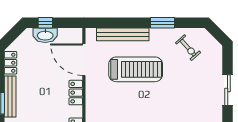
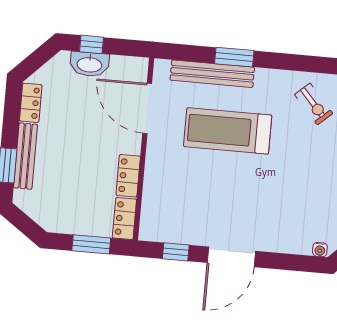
window: (162, 23) -> (234, 57), moved
treadmill: (136, 69) -> (228, 131), turned 180
locker: (76, 93) -> (128, 176), moved

